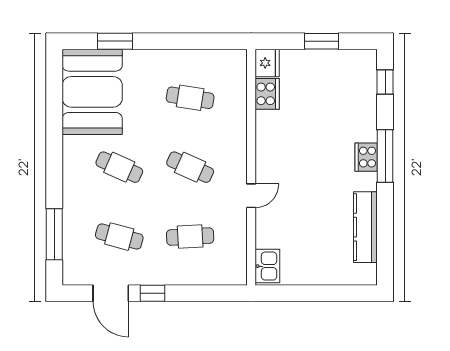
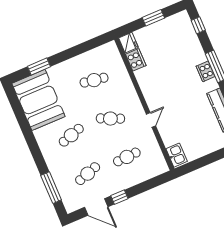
cafe table: (119, 167) -> (71, 135), turned -42
cafe table: (119, 237) -> (88, 174), turned -33

